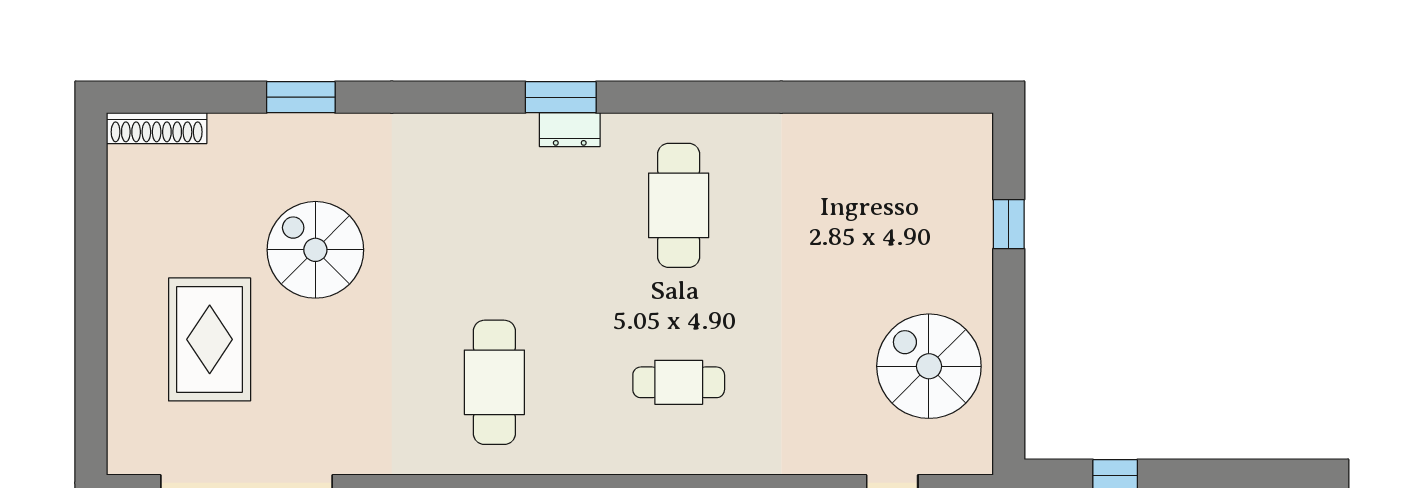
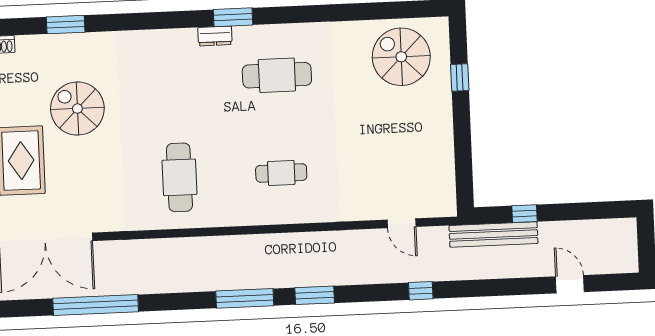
window: (561, 97) -> (233, 17), moved
cafe table: (679, 205) -> (277, 75), turned 90
spiral stairs: (929, 366) -> (401, 57), moved

